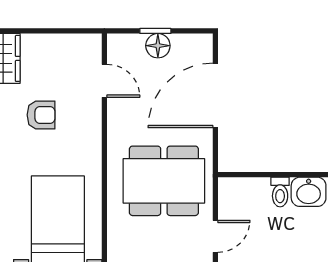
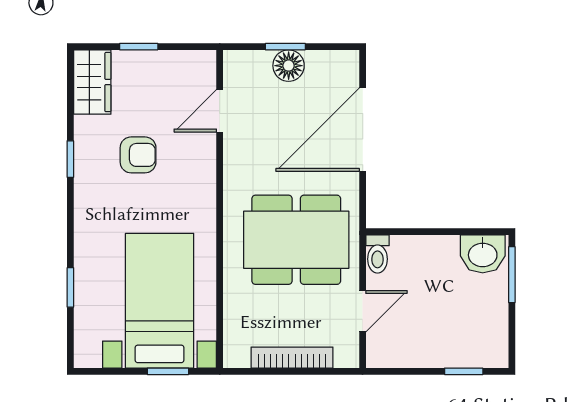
window: (42, 31) -> (139, 47), added
door: (104, 81) -> (220, 111), swing flipped
toilet: (280, 192) -> (378, 254), moved

